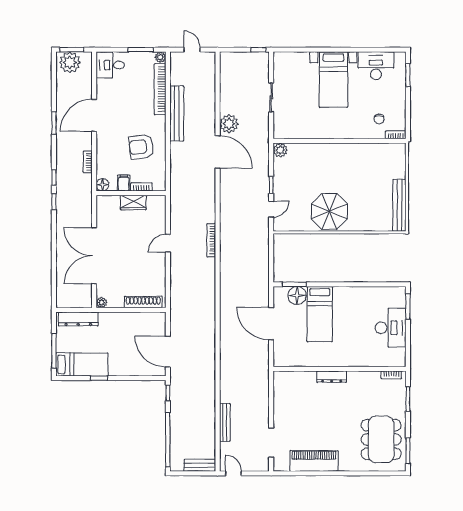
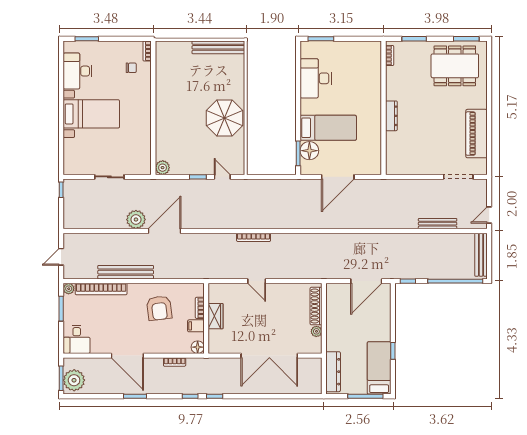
plant: (102, 302) -> (316, 331), moved
desk: (391, 328) -> (316, 78), moved, turned -90
bench: (200, 465) -> (481, 255), width x1.36

